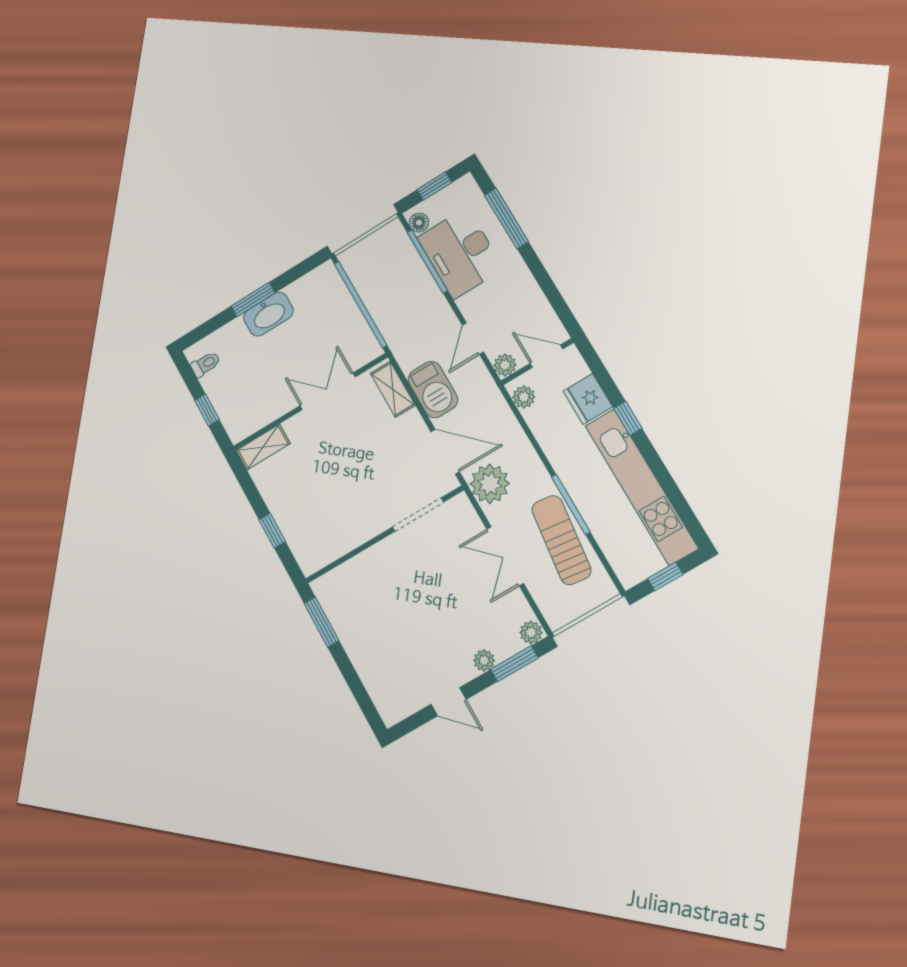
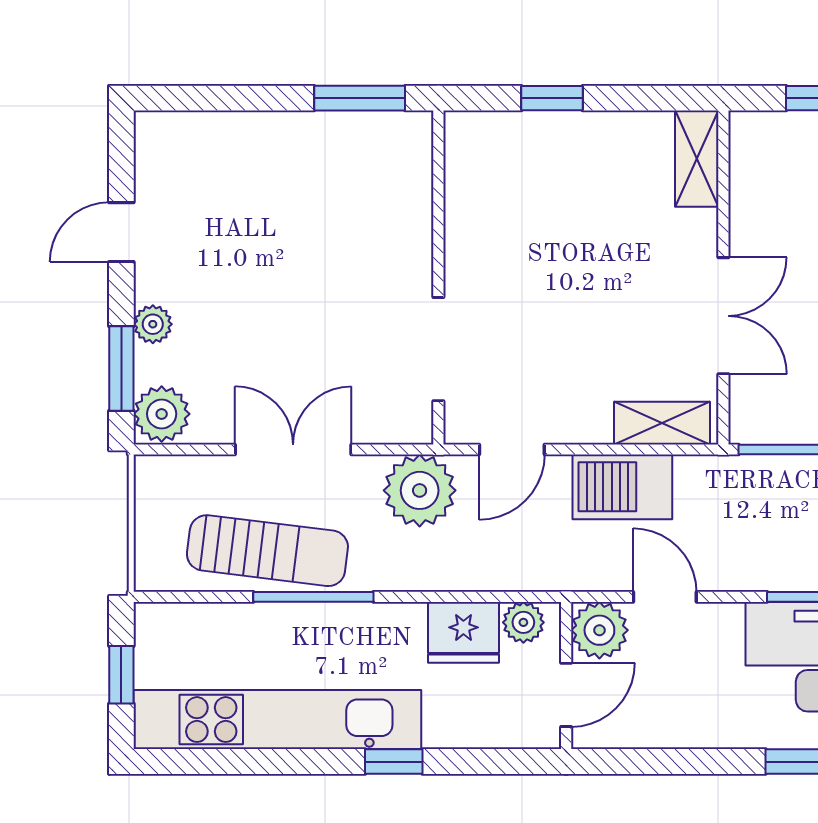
plant: (505, 365) -> (599, 630), width x1.38, depth x1.38
fridge: (588, 399) -> (463, 632), moved, turned 180
door: (445, 452) -> (512, 449), width x0.73
plant: (531, 632) -> (162, 414), width x1.38, depth x1.38

